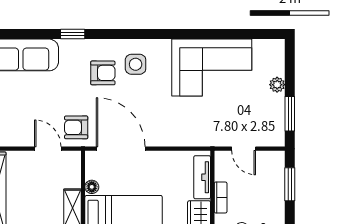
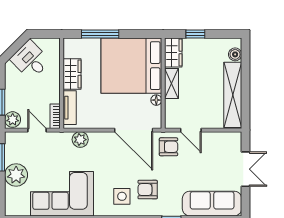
plant: (277, 85) -> (16, 175), width x1.87, depth x1.87
plant: (189, 137) -> (80, 140), added
plant: (275, 162) -> (13, 120), added
bookcase: (221, 197) -> (55, 116), moved

